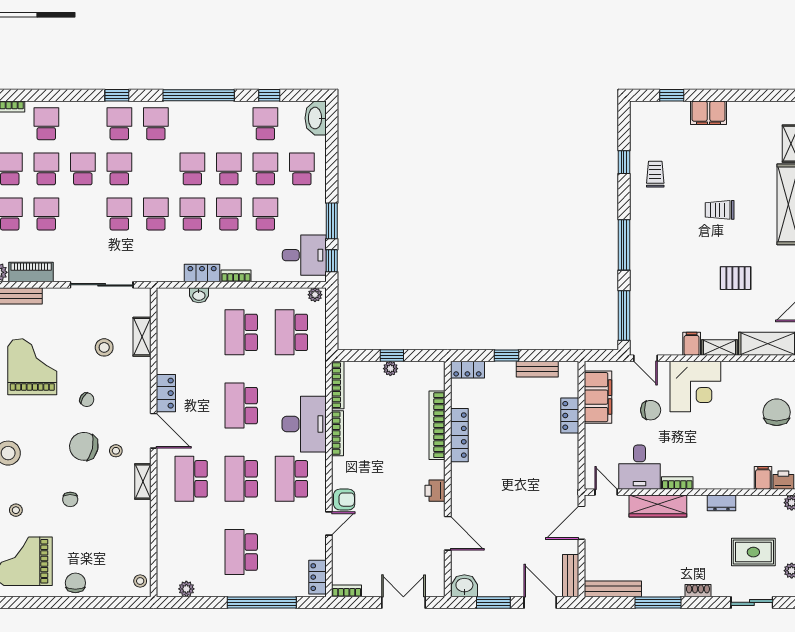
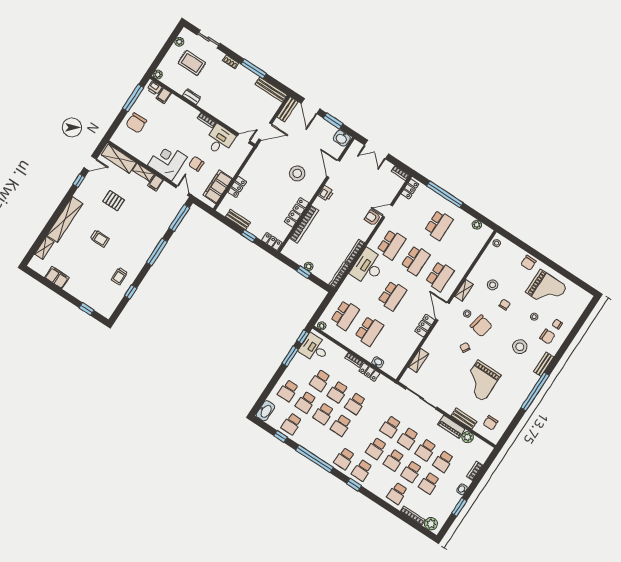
filing cabinet: (708, 113) -> (57, 277), moved
school desk: (156, 214) -> (408, 438), moved
stool: (104, 347) -> (493, 285), moved
stool: (495, 492) -> (297, 173), added
door: (606, 492) -> (244, 138), swing flipped
wardrobe: (658, 506) -> (223, 115), removed

